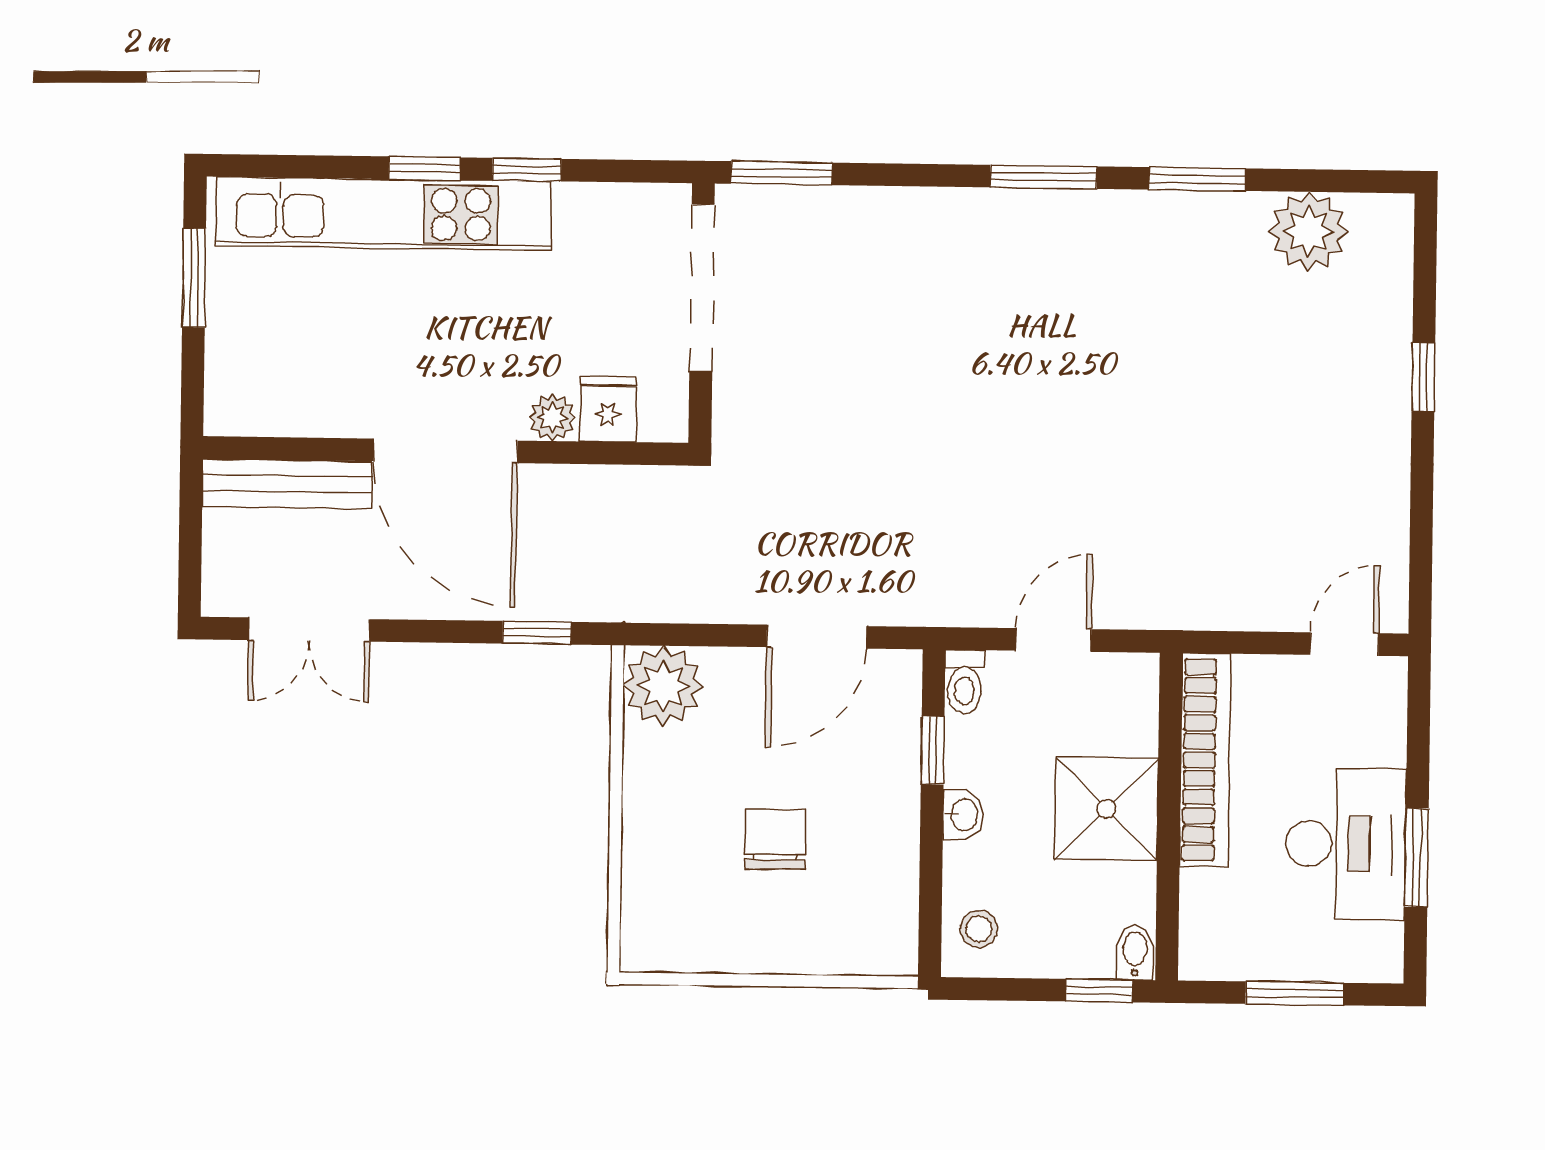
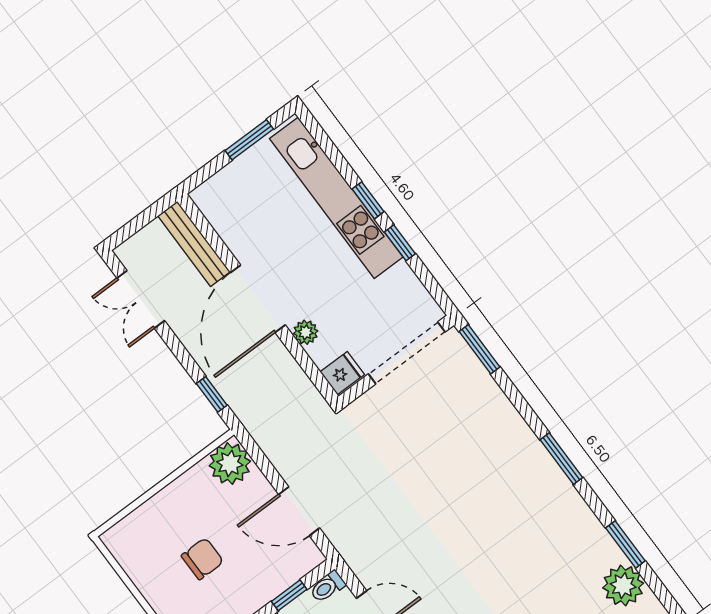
window: (1197, 179) -> (625, 544), moved
fridge: (608, 409) -> (342, 373), moved

